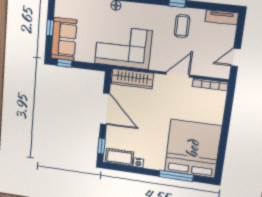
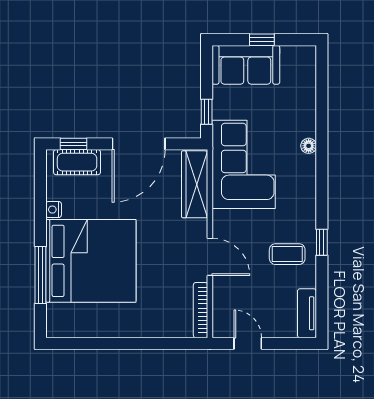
window: (65, 63) -> (207, 112), moved
bed: (193, 149) -> (91, 261), moved
cot: (119, 157) -> (77, 162), moved, turned 90

